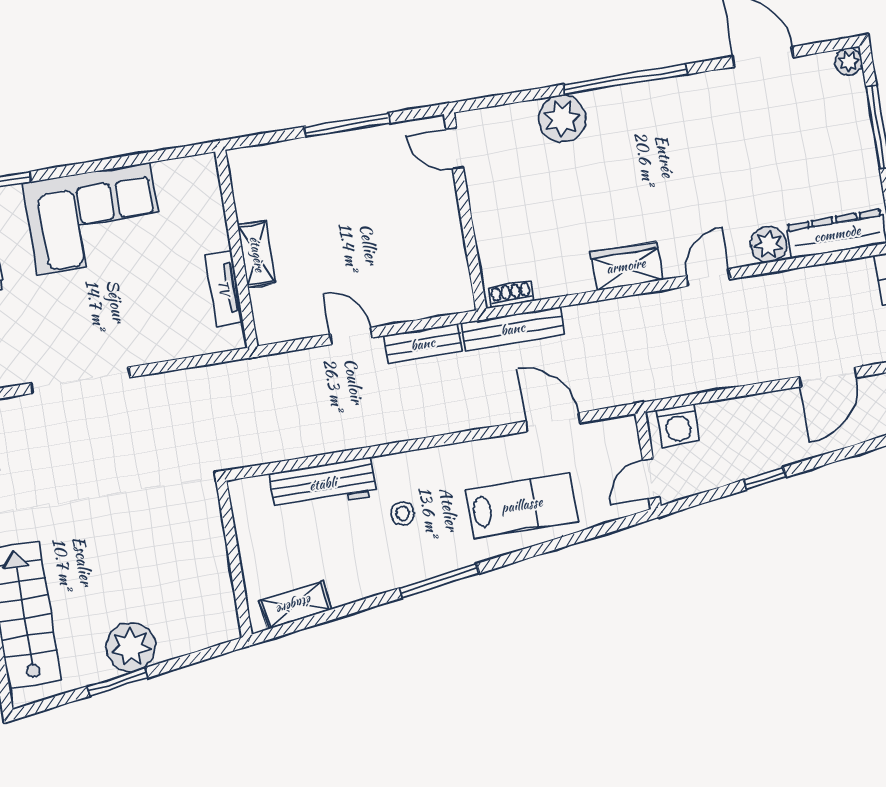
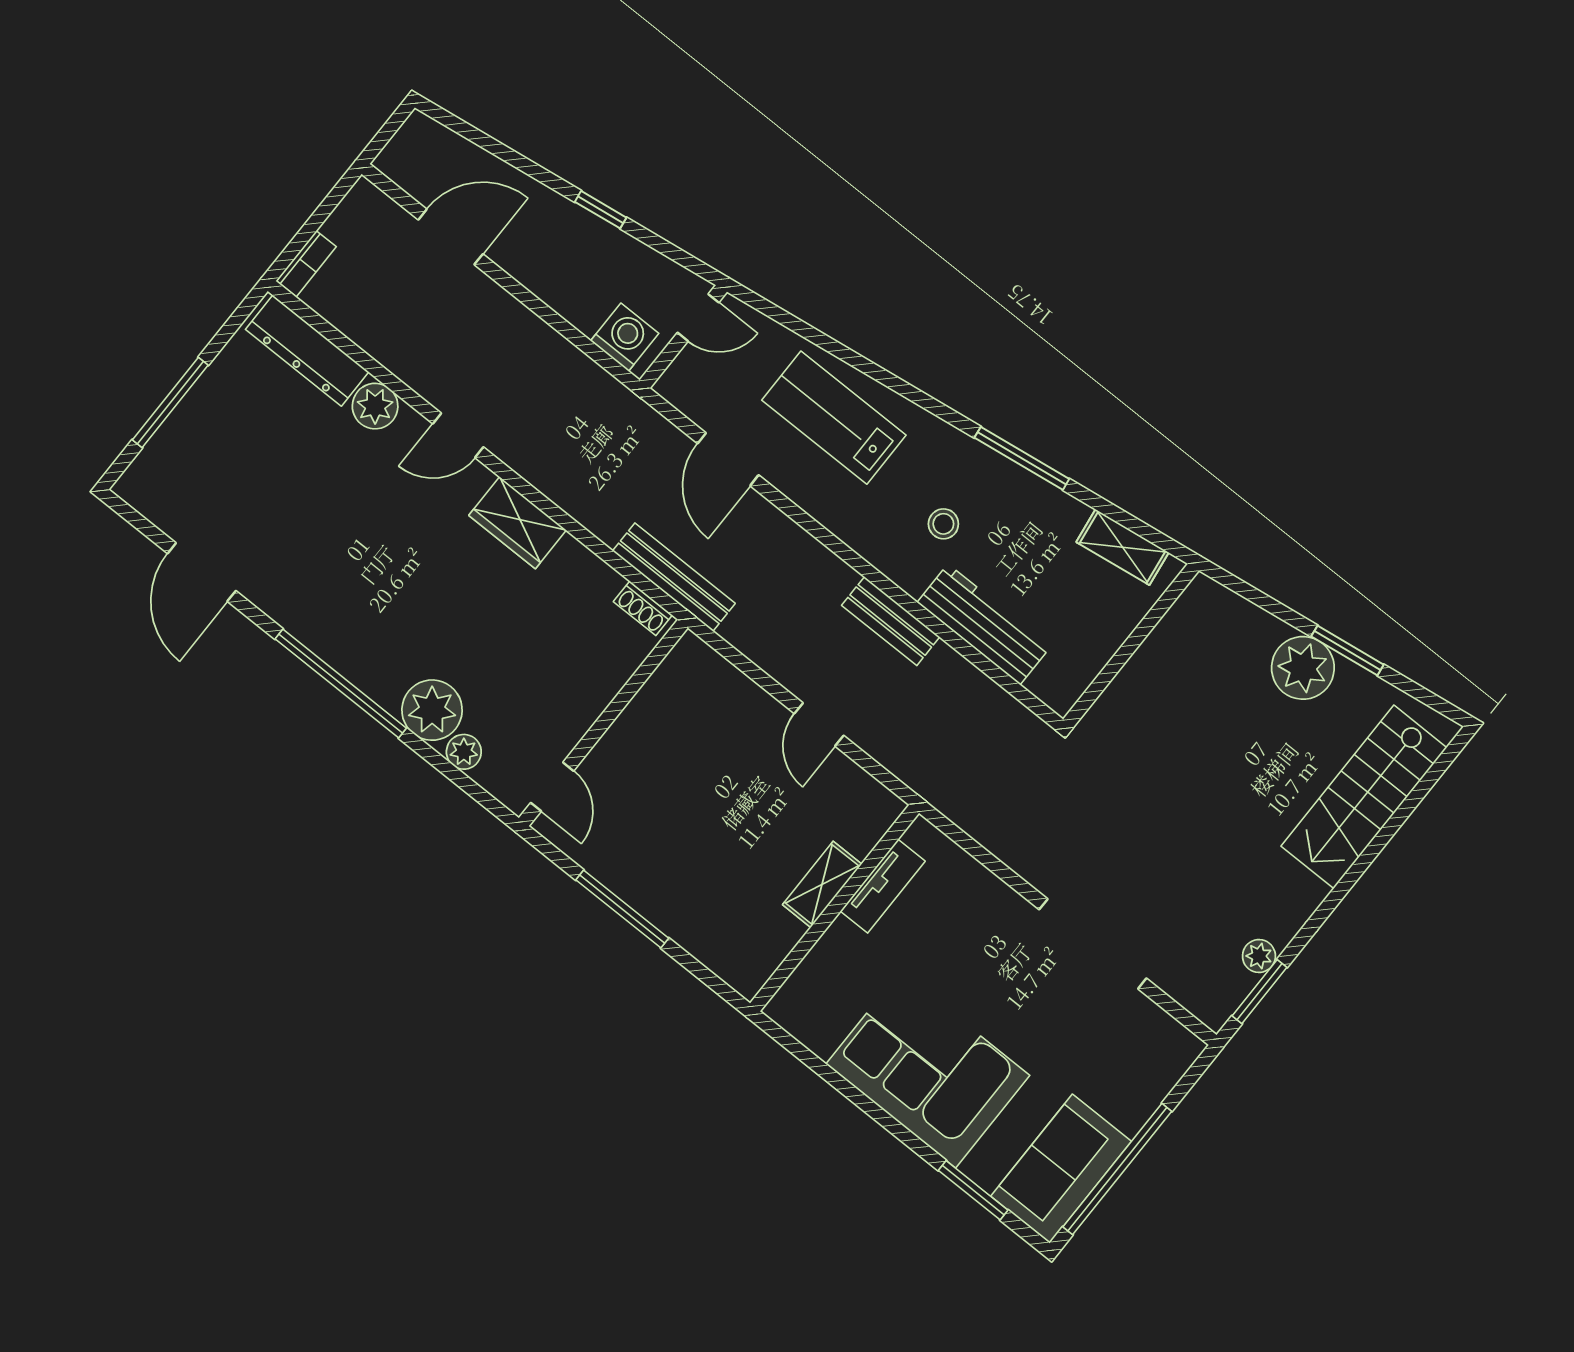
plant: (848, 62) -> (464, 752), moved
bench: (423, 344) -> (891, 621), moved
window: (439, 581) -> (1022, 458), moved

